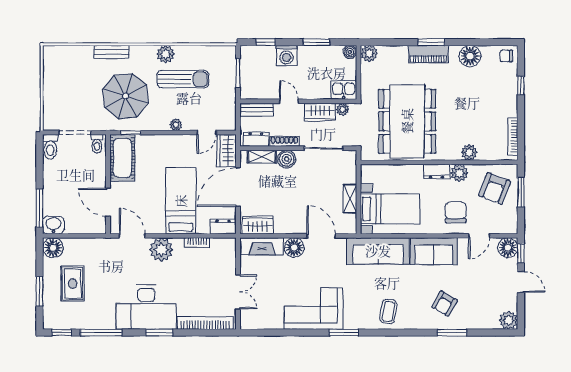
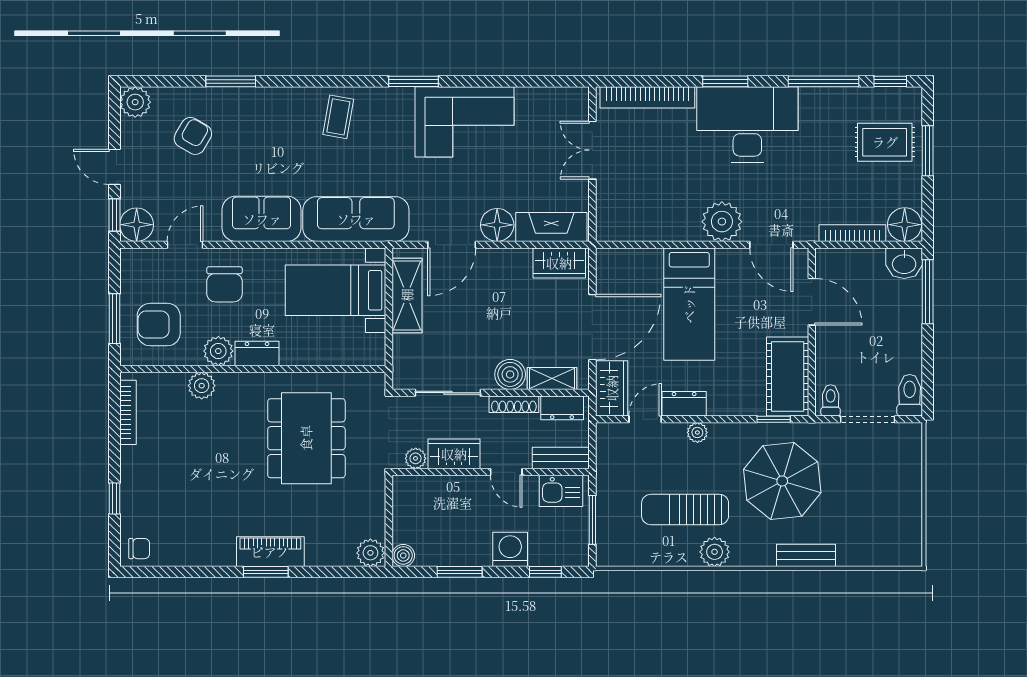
floor lamp: (470, 56) -> (200, 548), removed
kitchen sink: (344, 90) -> (561, 491), moved
dining table: (407, 121) -> (306, 438), width x0.73, depth x0.80
armchair: (495, 189) -> (159, 325), turned -111
shelving: (350, 198) -> (407, 295), width x1.50, depth x1.33
dresser: (223, 227) -> (684, 404), moved, turned 180
door: (321, 236) -> (452, 245), hinge flipped
bookcase: (197, 243) -> (852, 233), moved, width x1.56
rug: (73, 284) -> (885, 142), moved, turned 90
armchair: (444, 304) -> (193, 136), moved

